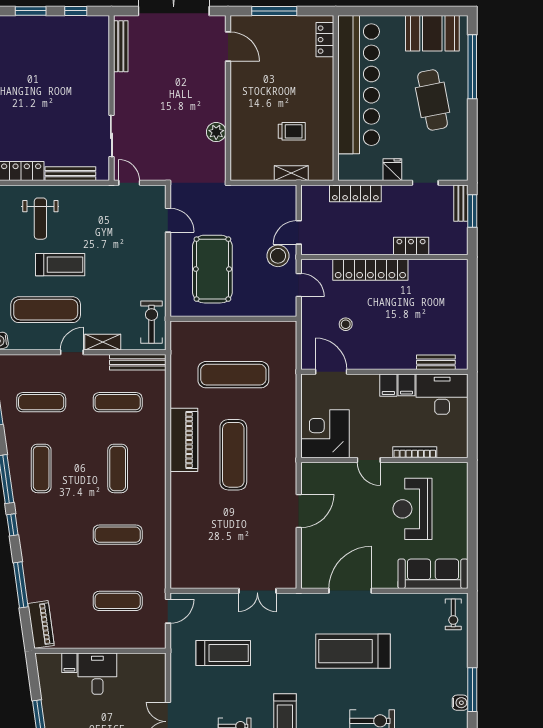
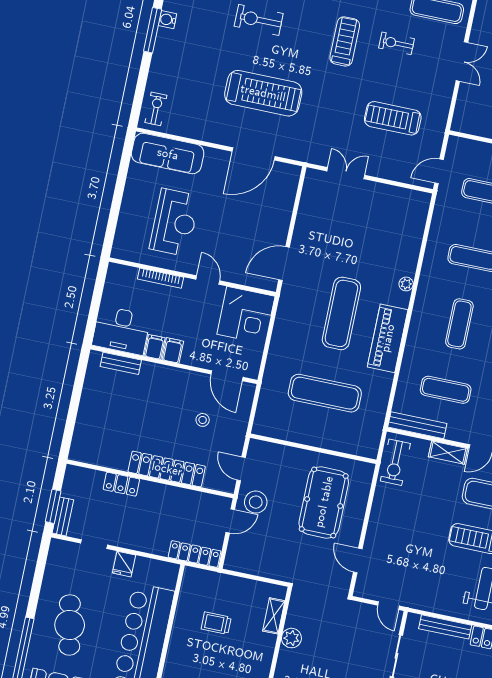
shelving: (291, 173) -> (274, 616), moved, turned 90
locker: (355, 193) -> (194, 554), moved
plant: (177, 496) -> (406, 284), added
door: (299, 511) -> (284, 264), moved

